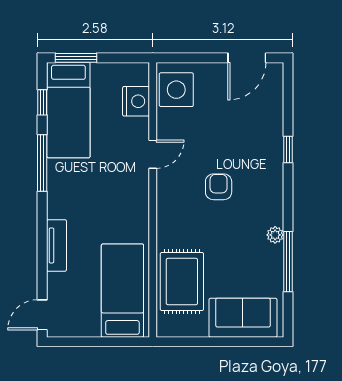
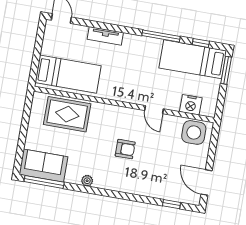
window: (288, 149) -> (171, 204), moved
window: (288, 262) -> (44, 182), moved
sofa: (243, 318) -> (43, 166), moved, turned -90

